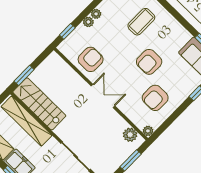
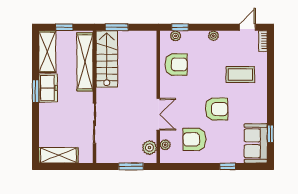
plant: (88, 22) -> (176, 36), moved
armchair: (149, 62) -> (216, 109), turned 180
double door: (103, 96) -> (158, 114), moved
plant: (148, 131) -> (165, 145), moved

